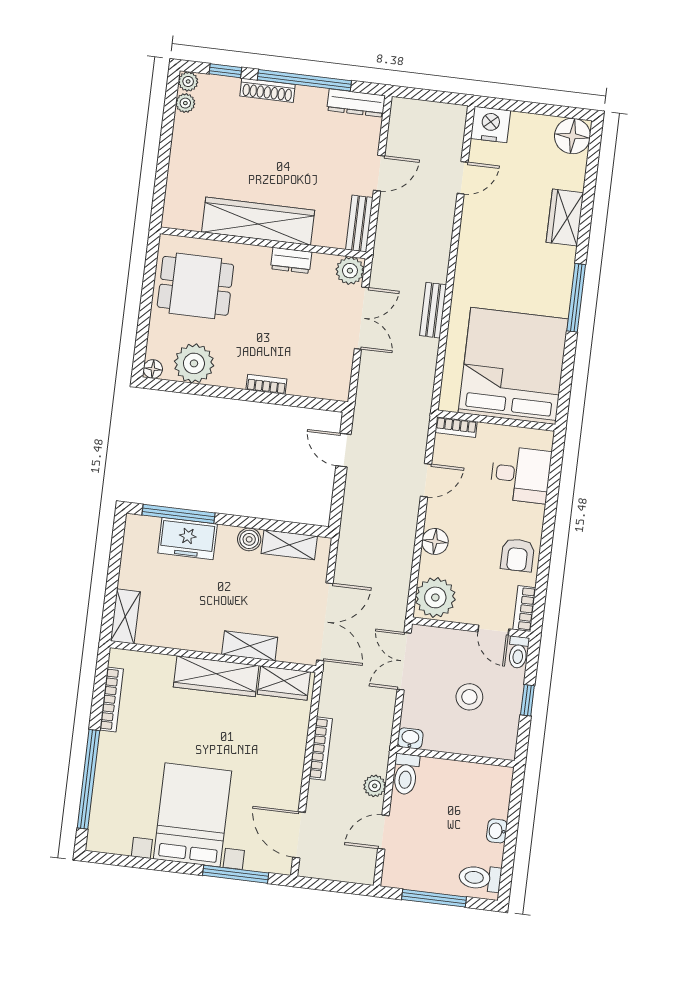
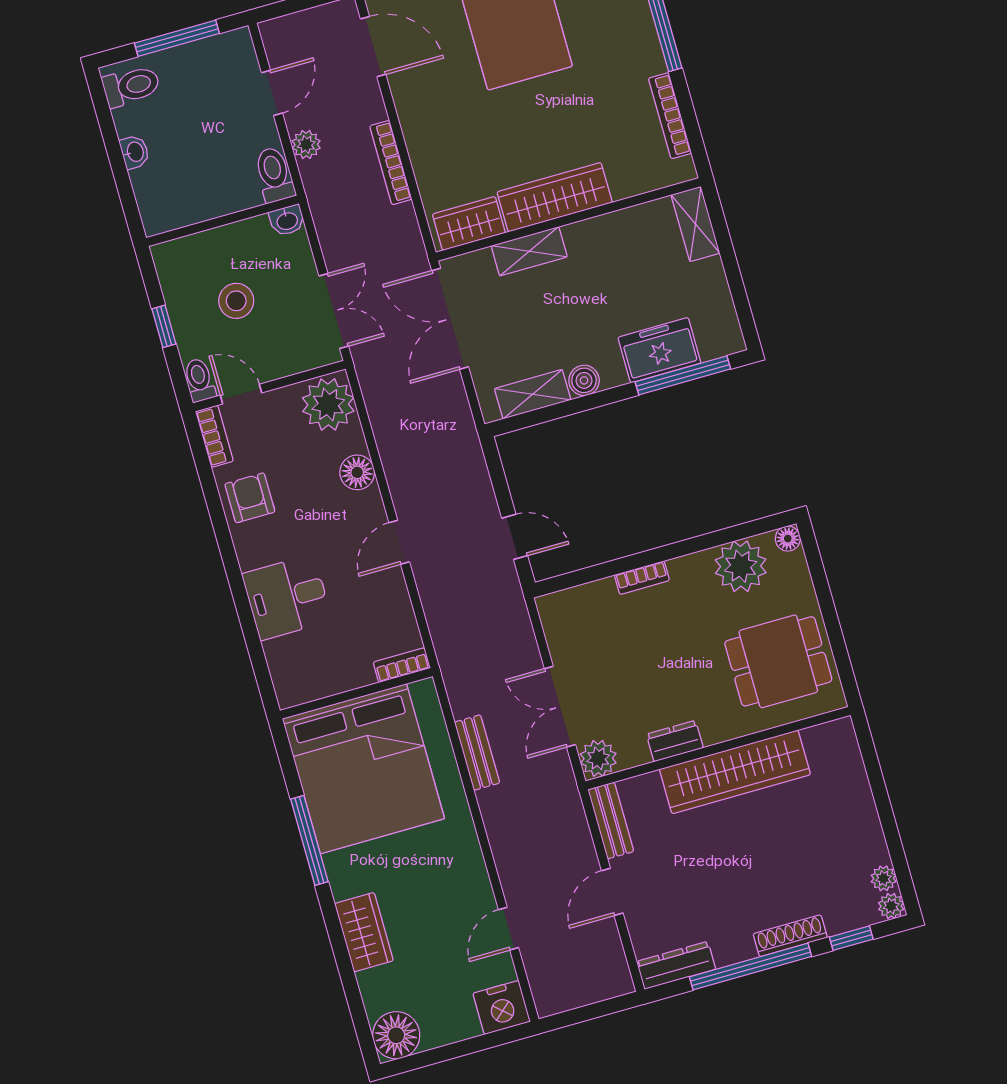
bed: (513, 366) -> (363, 769), moved
wall: (496, 421) -> (356, 693), moved
bookcase: (456, 427) -> (402, 665), moved

